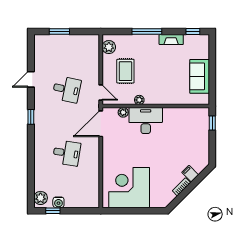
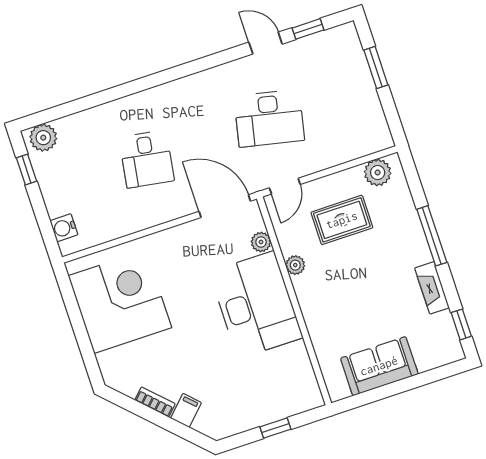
desk: (67, 89) -> (269, 118), width x1.37
window: (31, 117) -> (308, 29), moved
desk: (146, 121) -> (256, 305), width x1.36, depth x1.30
window: (212, 123) -> (275, 428), moved
water cooler: (58, 202) -> (64, 228), moved

